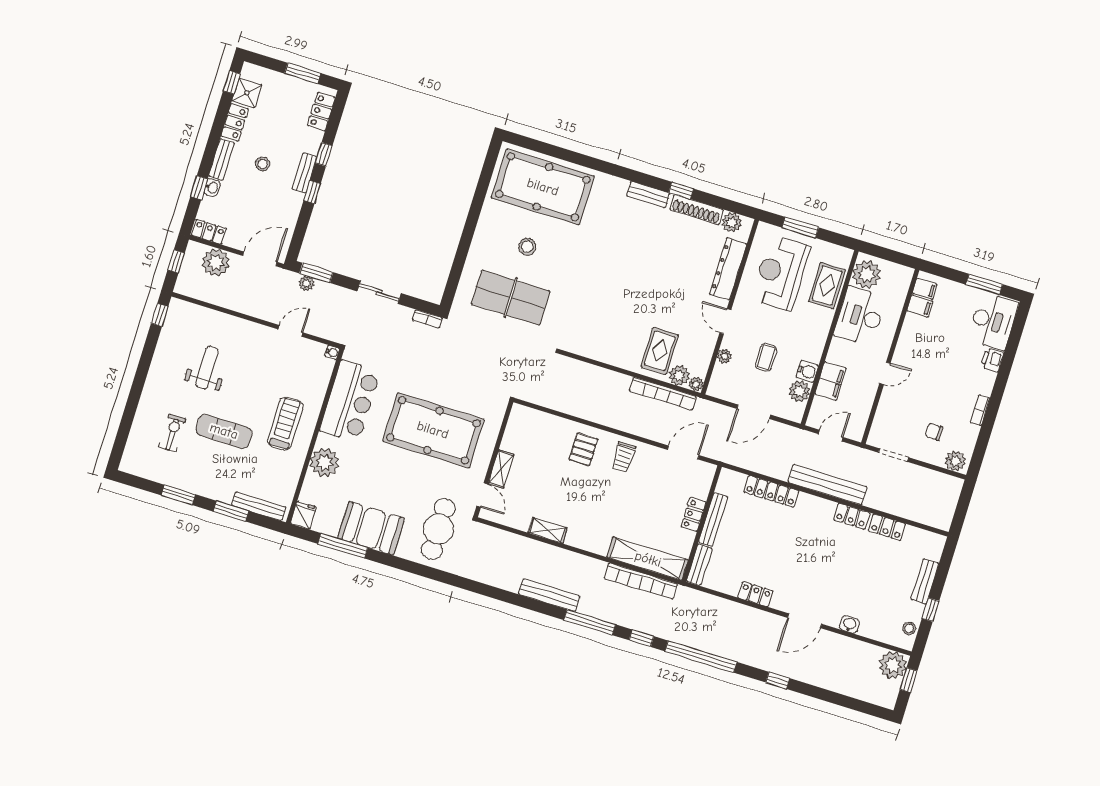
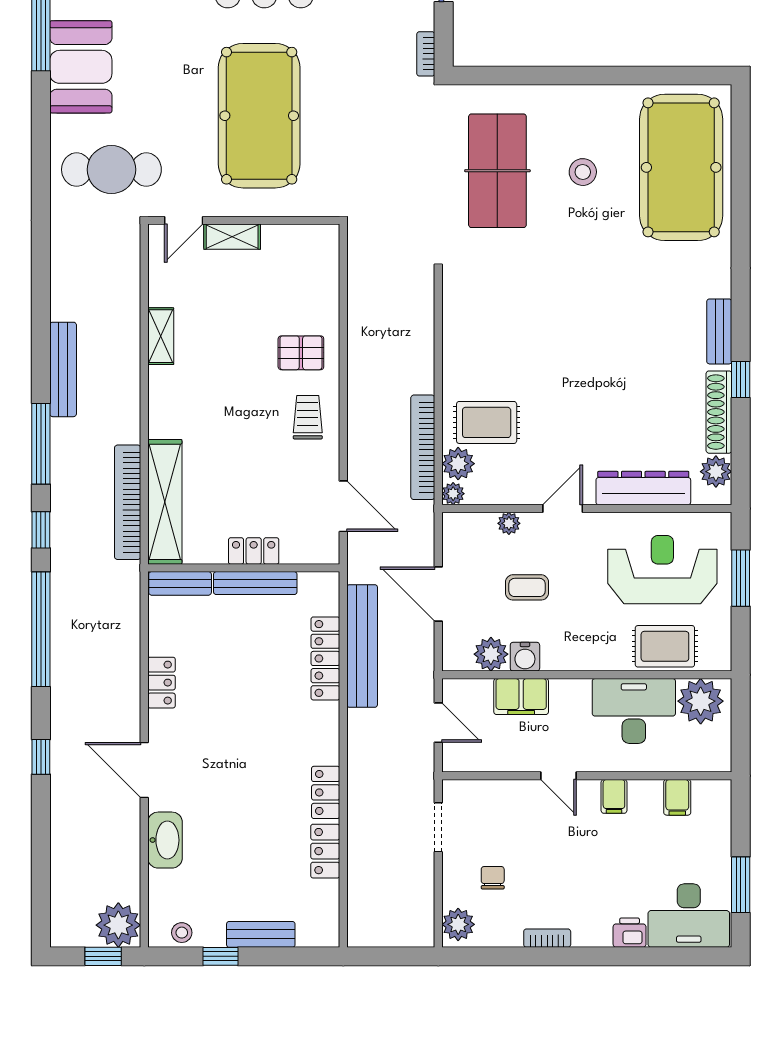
filing cabinet: (925, 289) -> (614, 796), moved
trolley: (623, 457) -> (308, 417), turned 90
bench: (827, 485) -> (362, 646), moved
washbasin: (849, 625) -> (165, 840), width x1.91, depth x1.45

